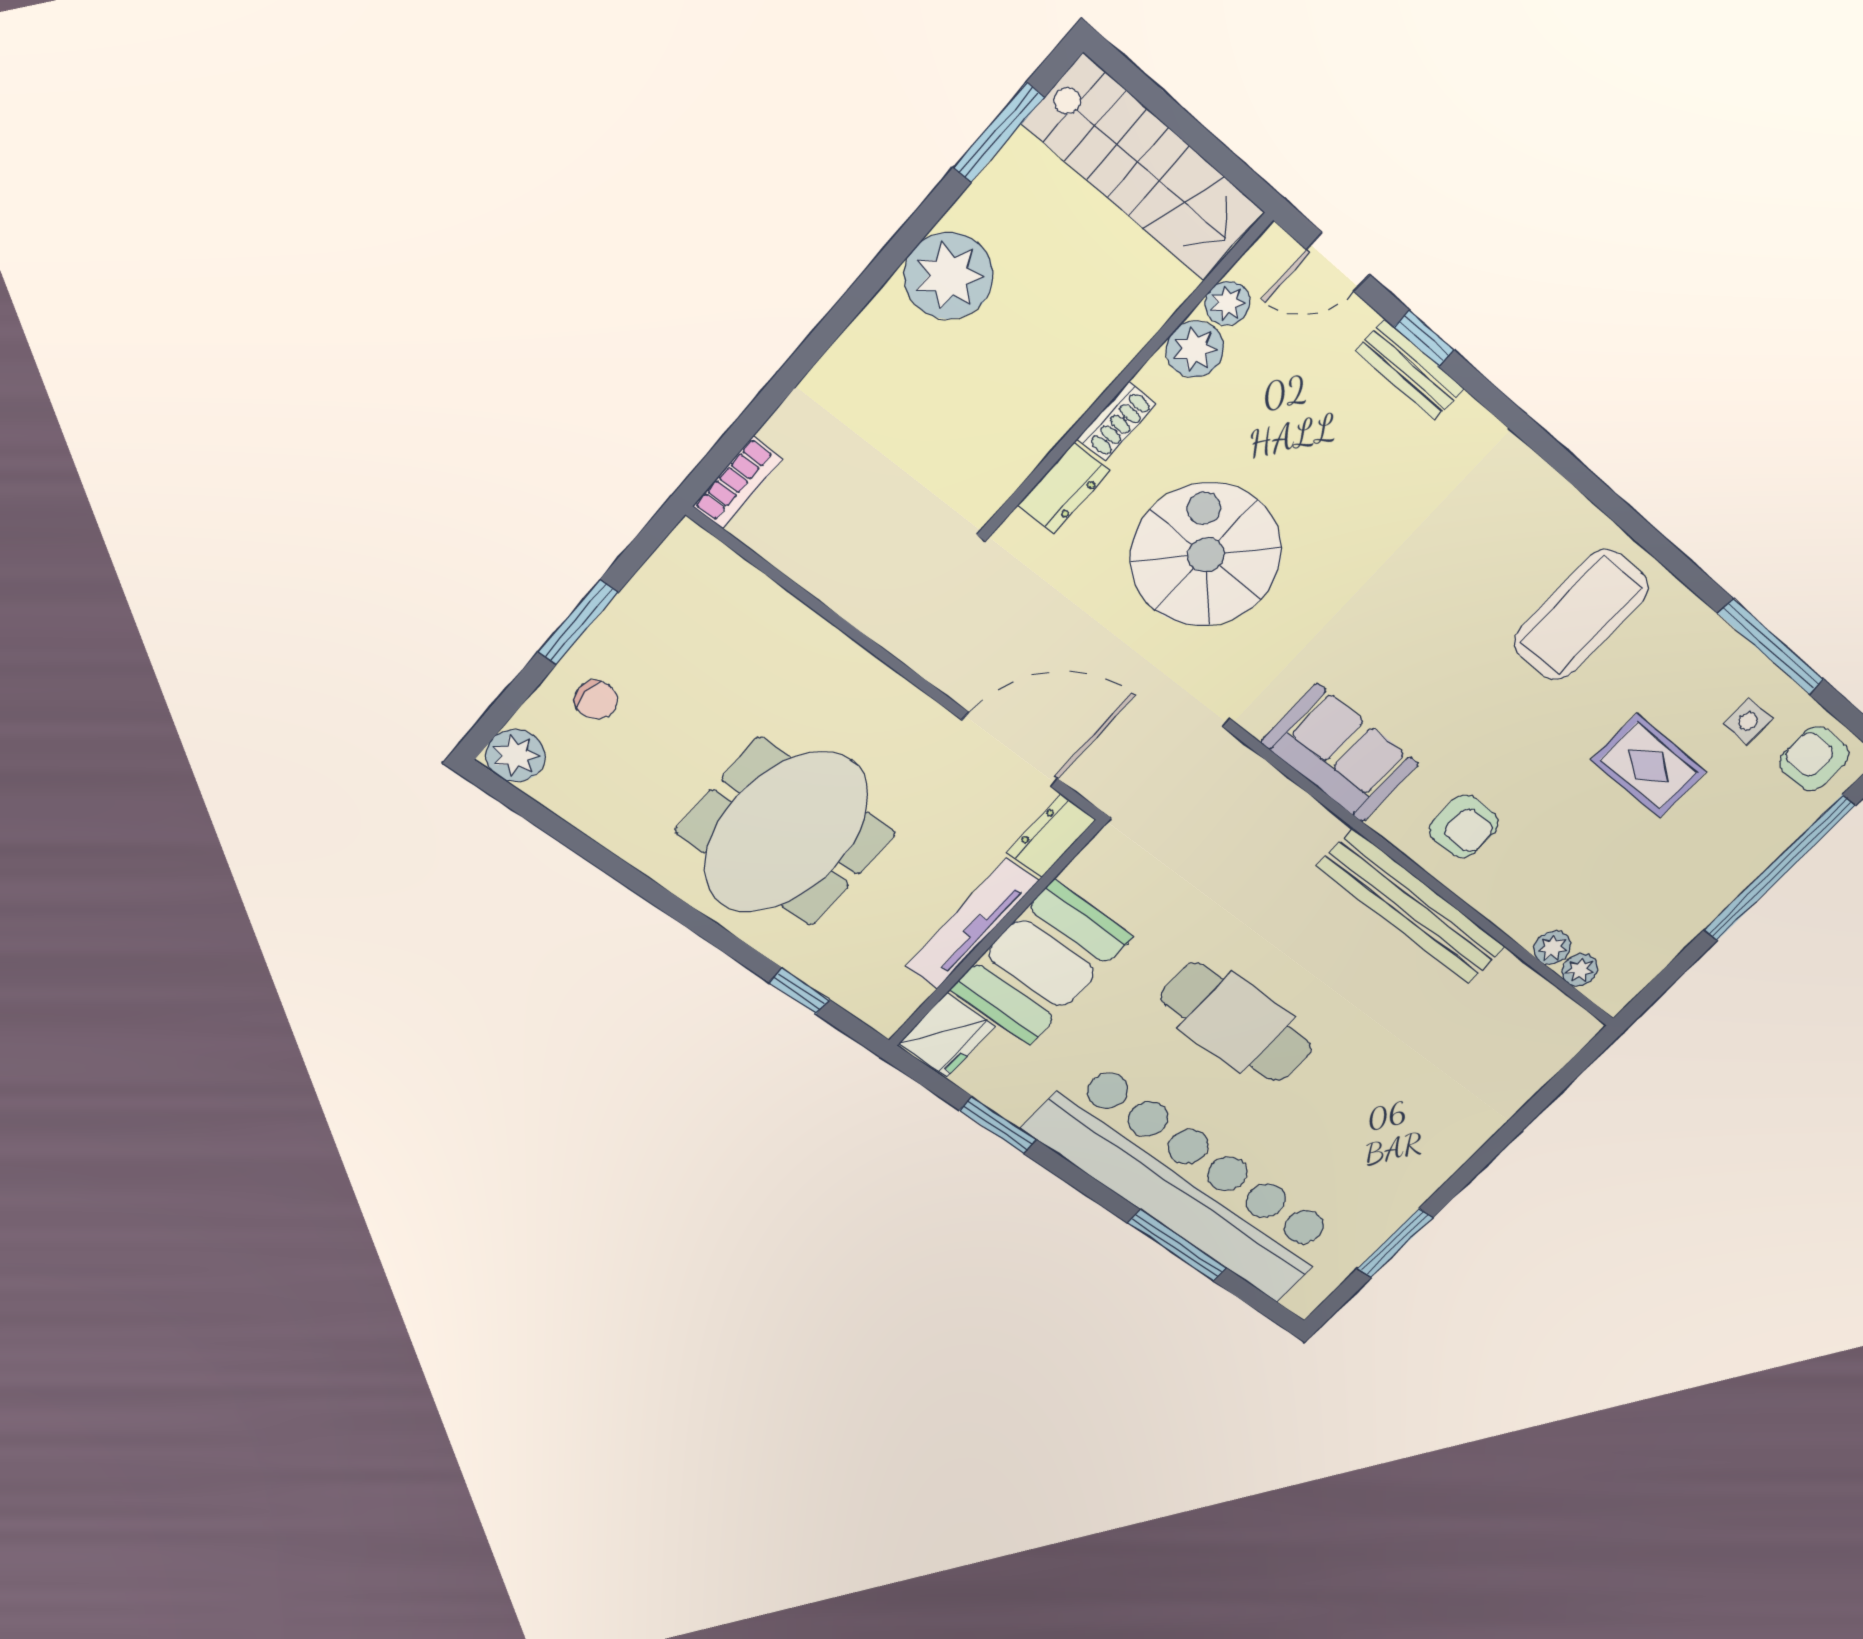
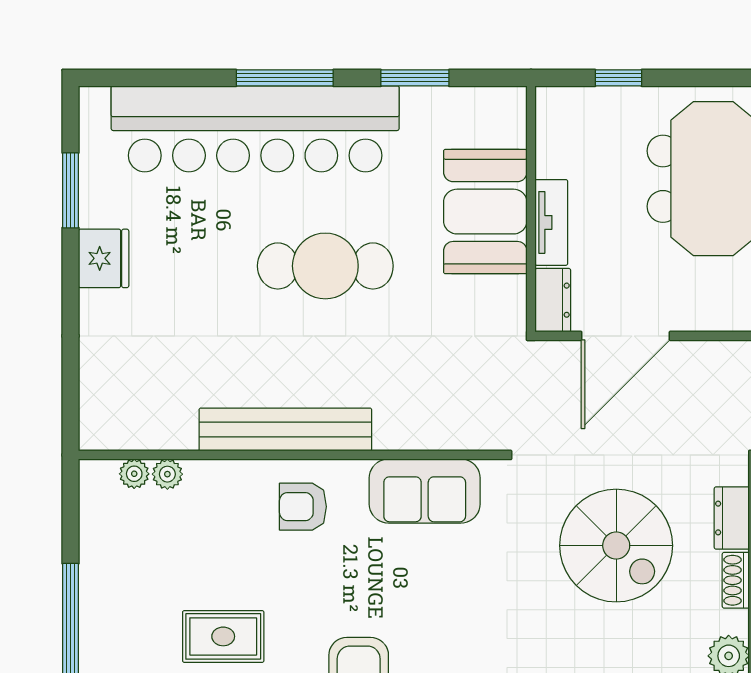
tv unit: (972, 924) -> (551, 222), width x0.71
fridge: (947, 1035) -> (104, 258), moved, turned 180
window: (1177, 1246) -> (285, 78), moved

